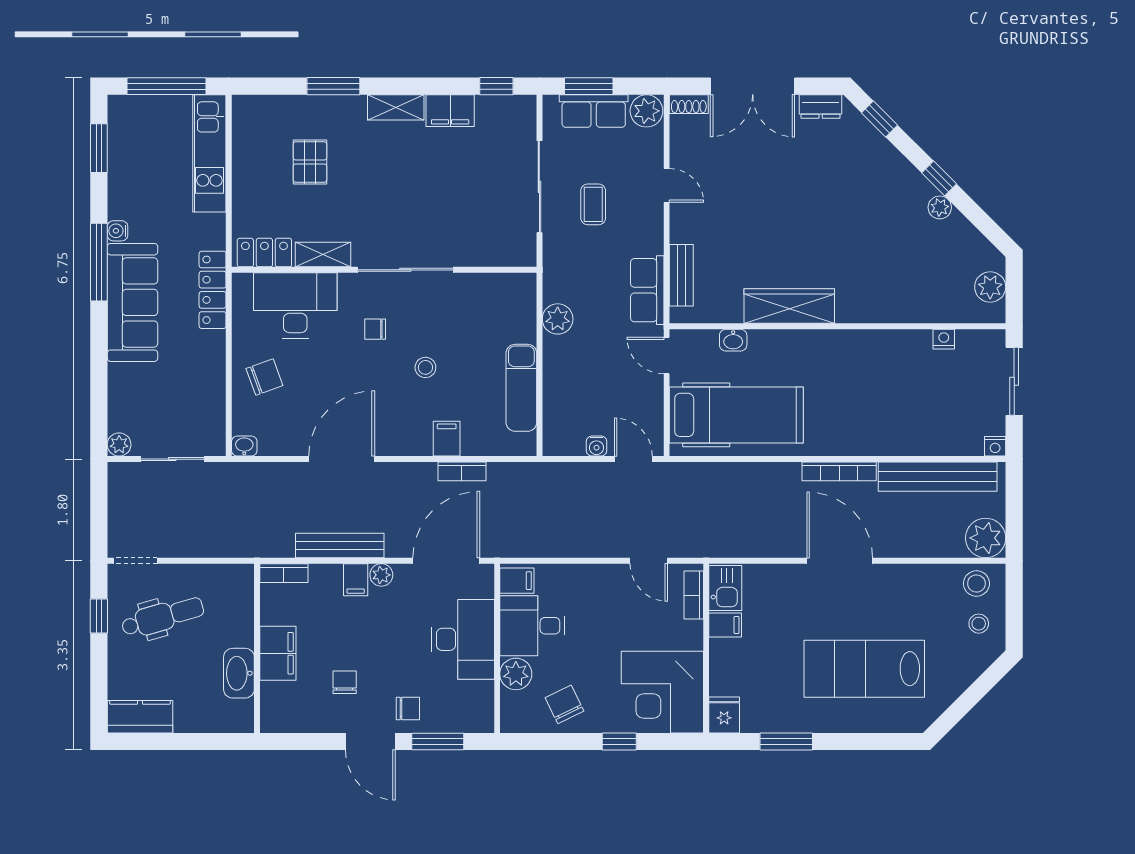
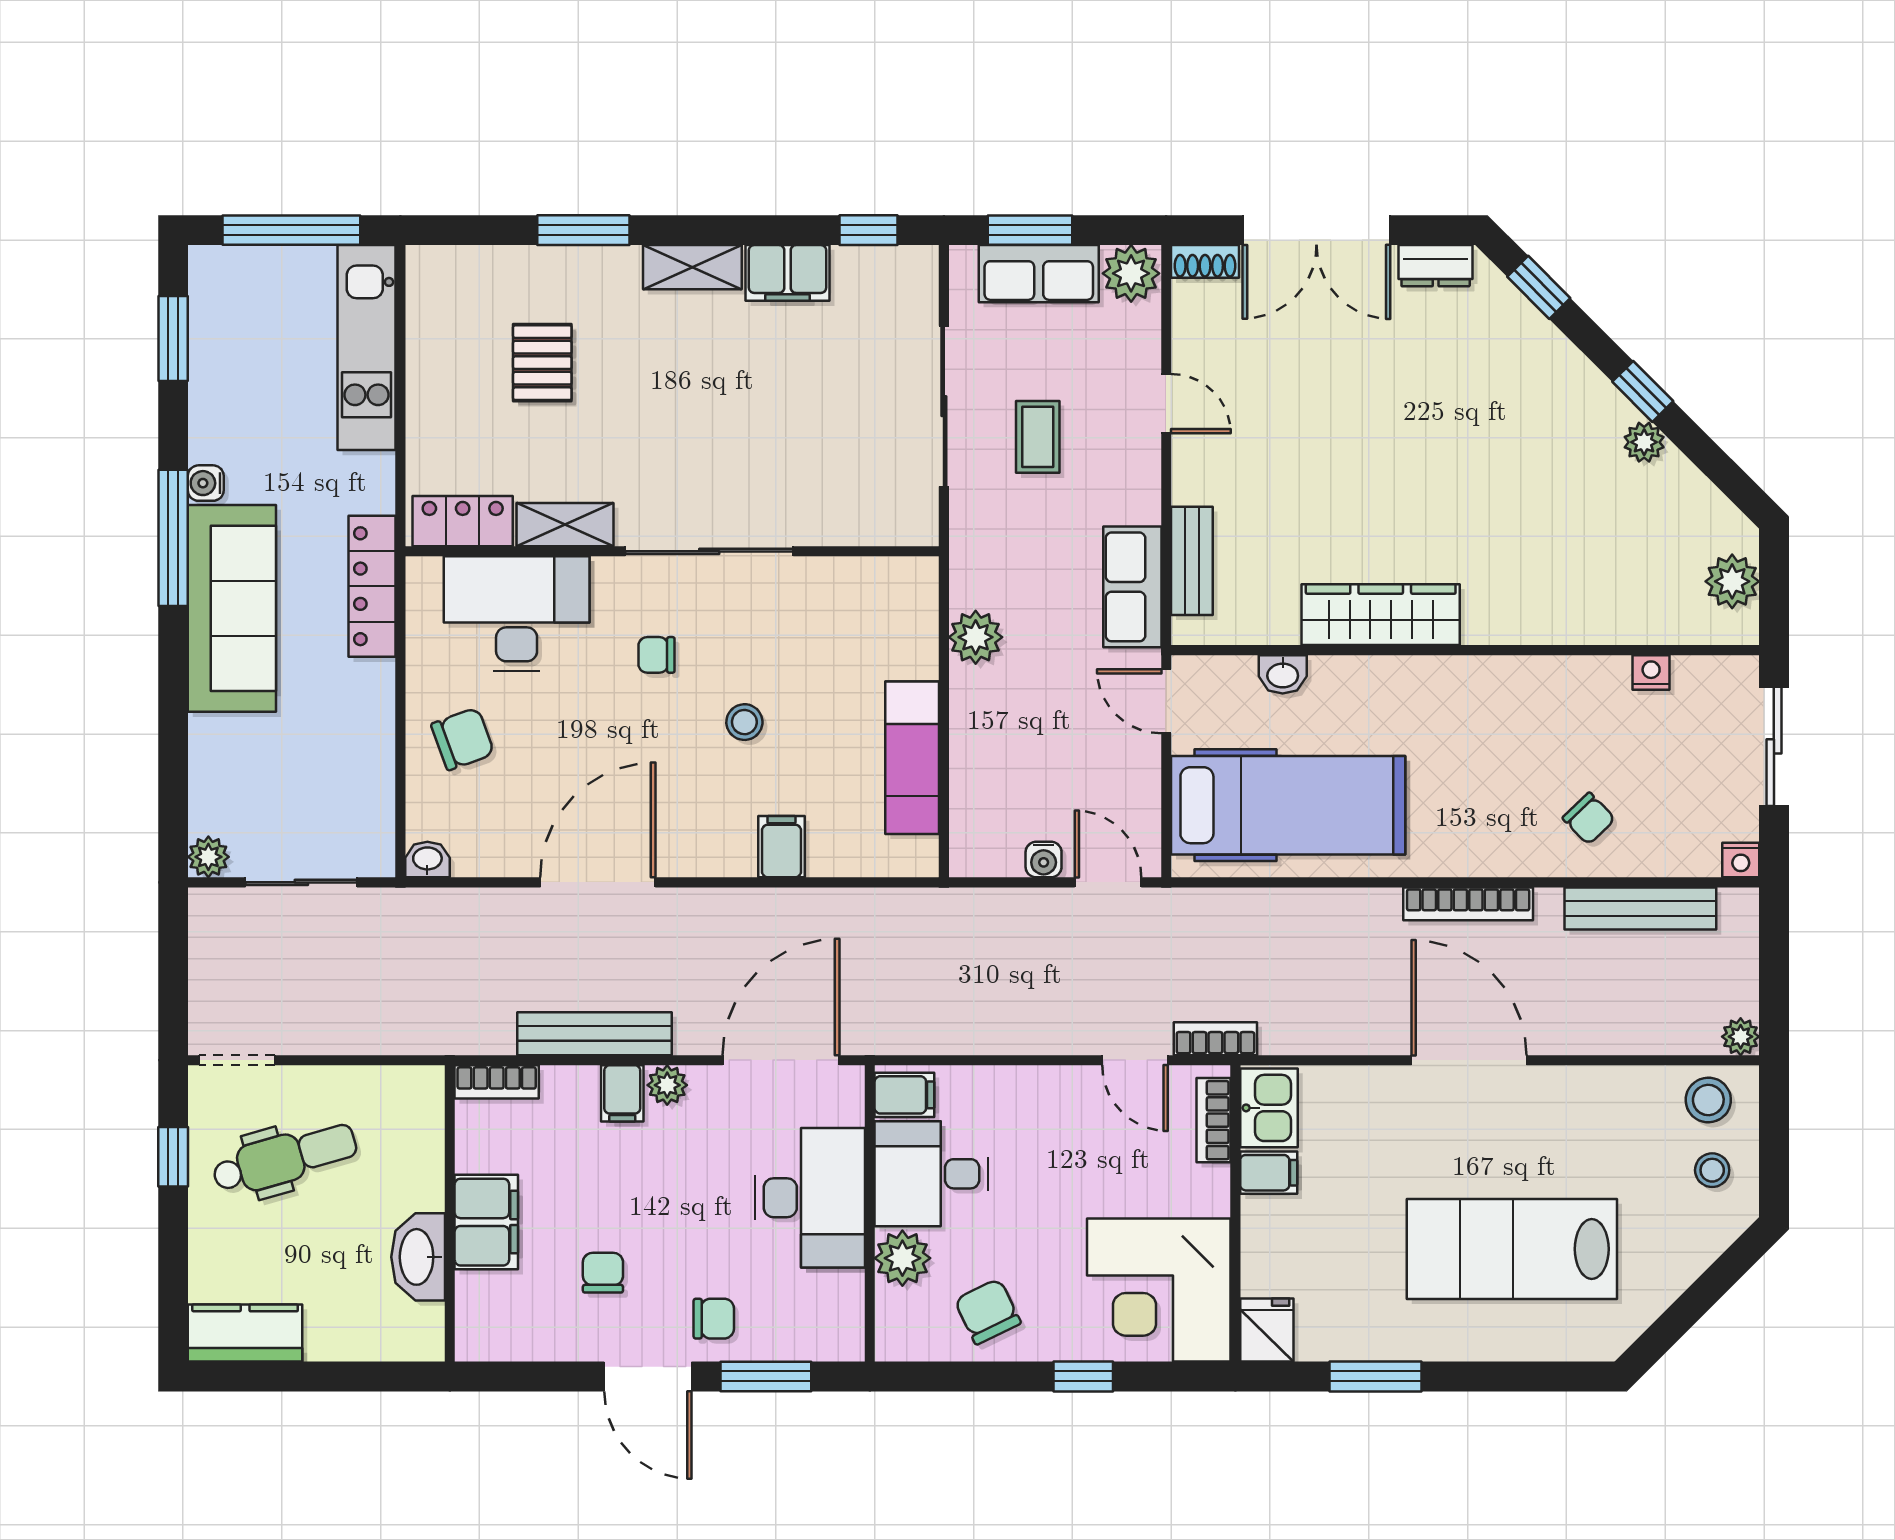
chair: (908, 423) -> (1589, 819), added
bookcase: (462, 471) -> (1215, 1039), moved, turned 180
bench: (938, 477) -> (1640, 908), width x0.73, depth x0.82
plant: (986, 538) -> (1741, 1037), width x0.53, depth x0.53

